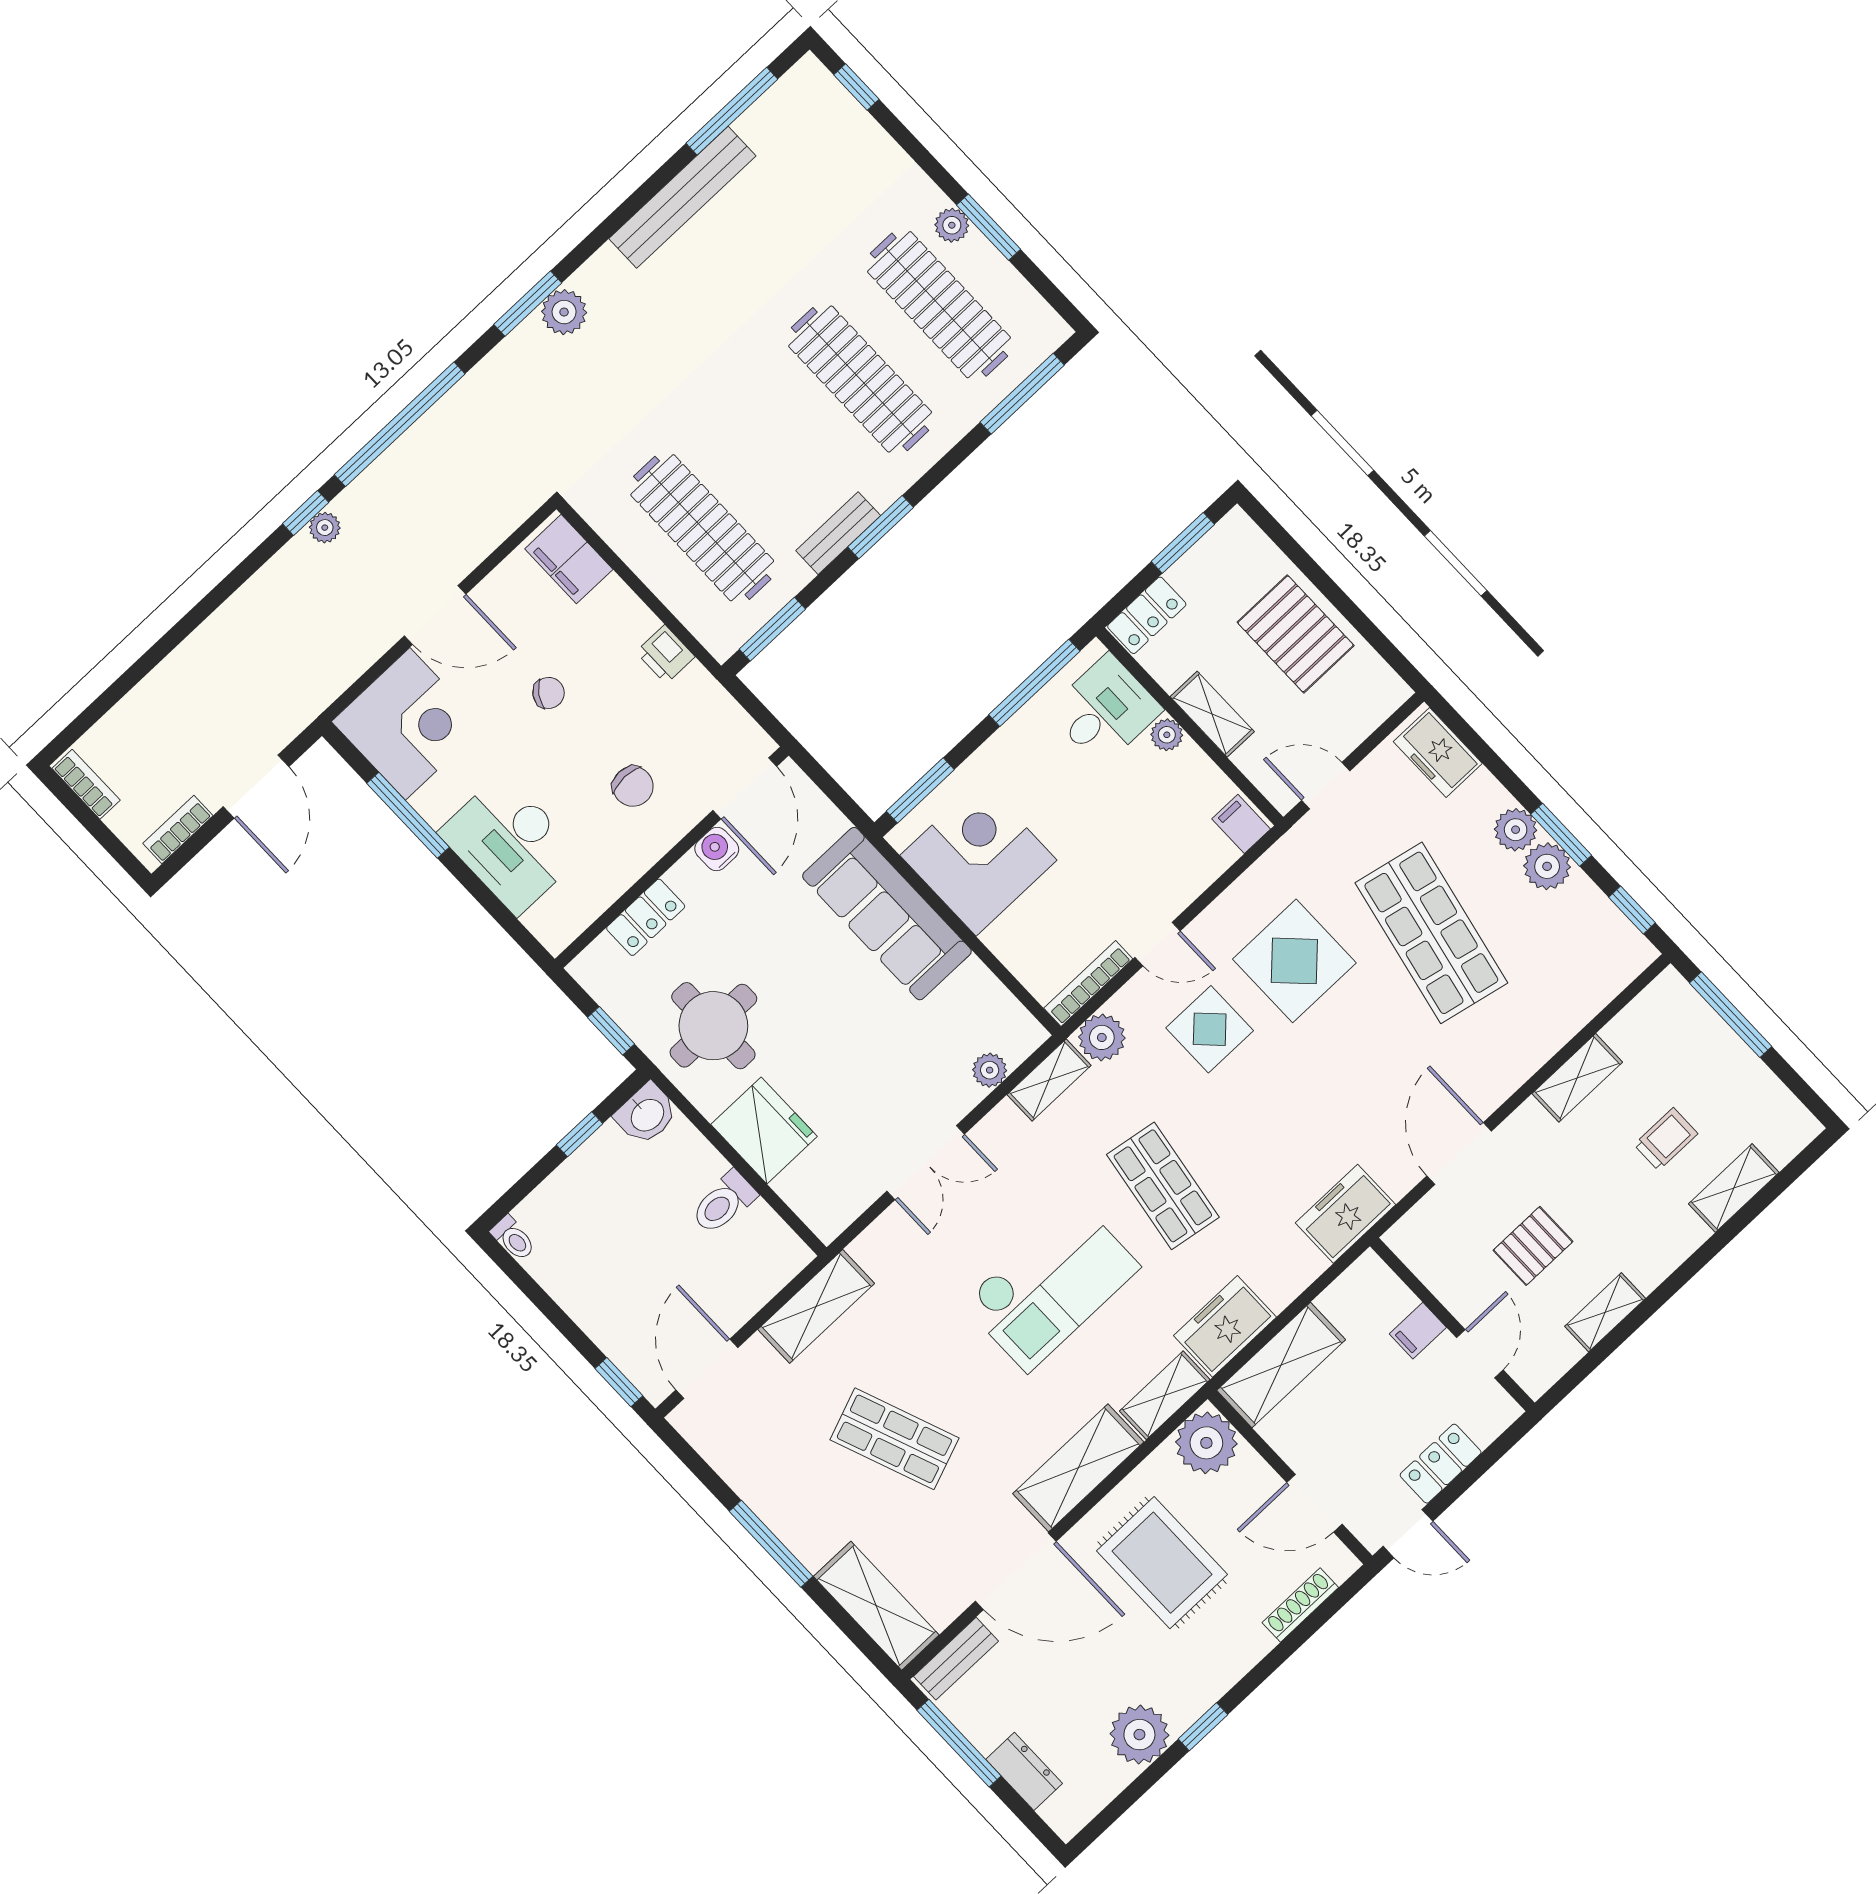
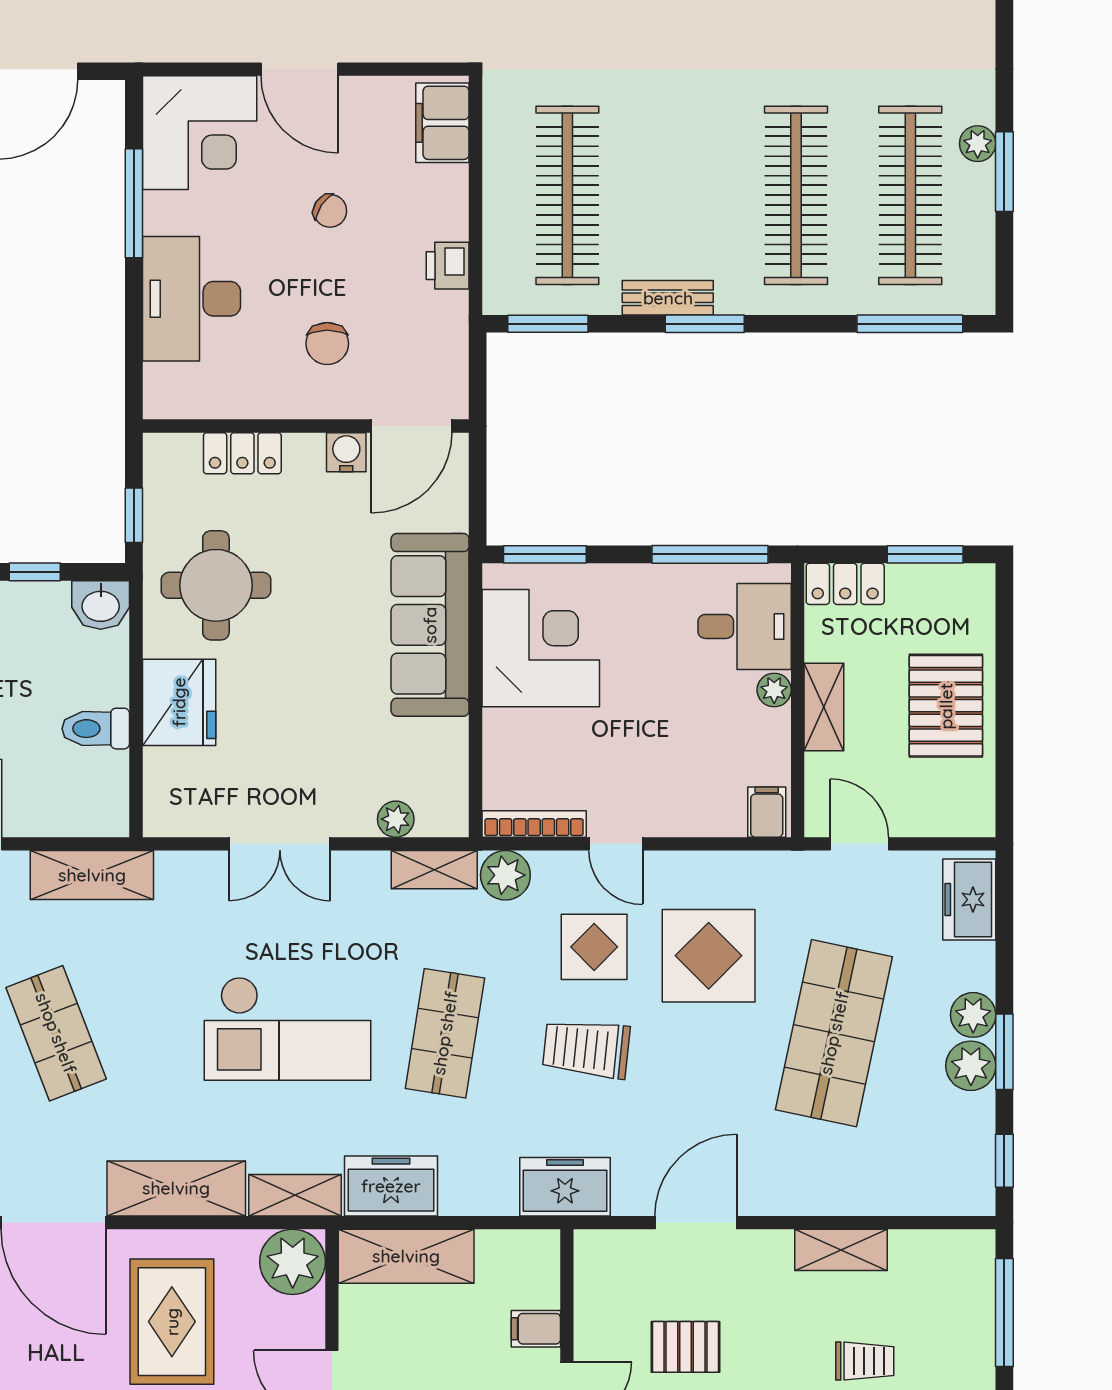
trolley: (1270, 1105) -> (586, 1049), added

